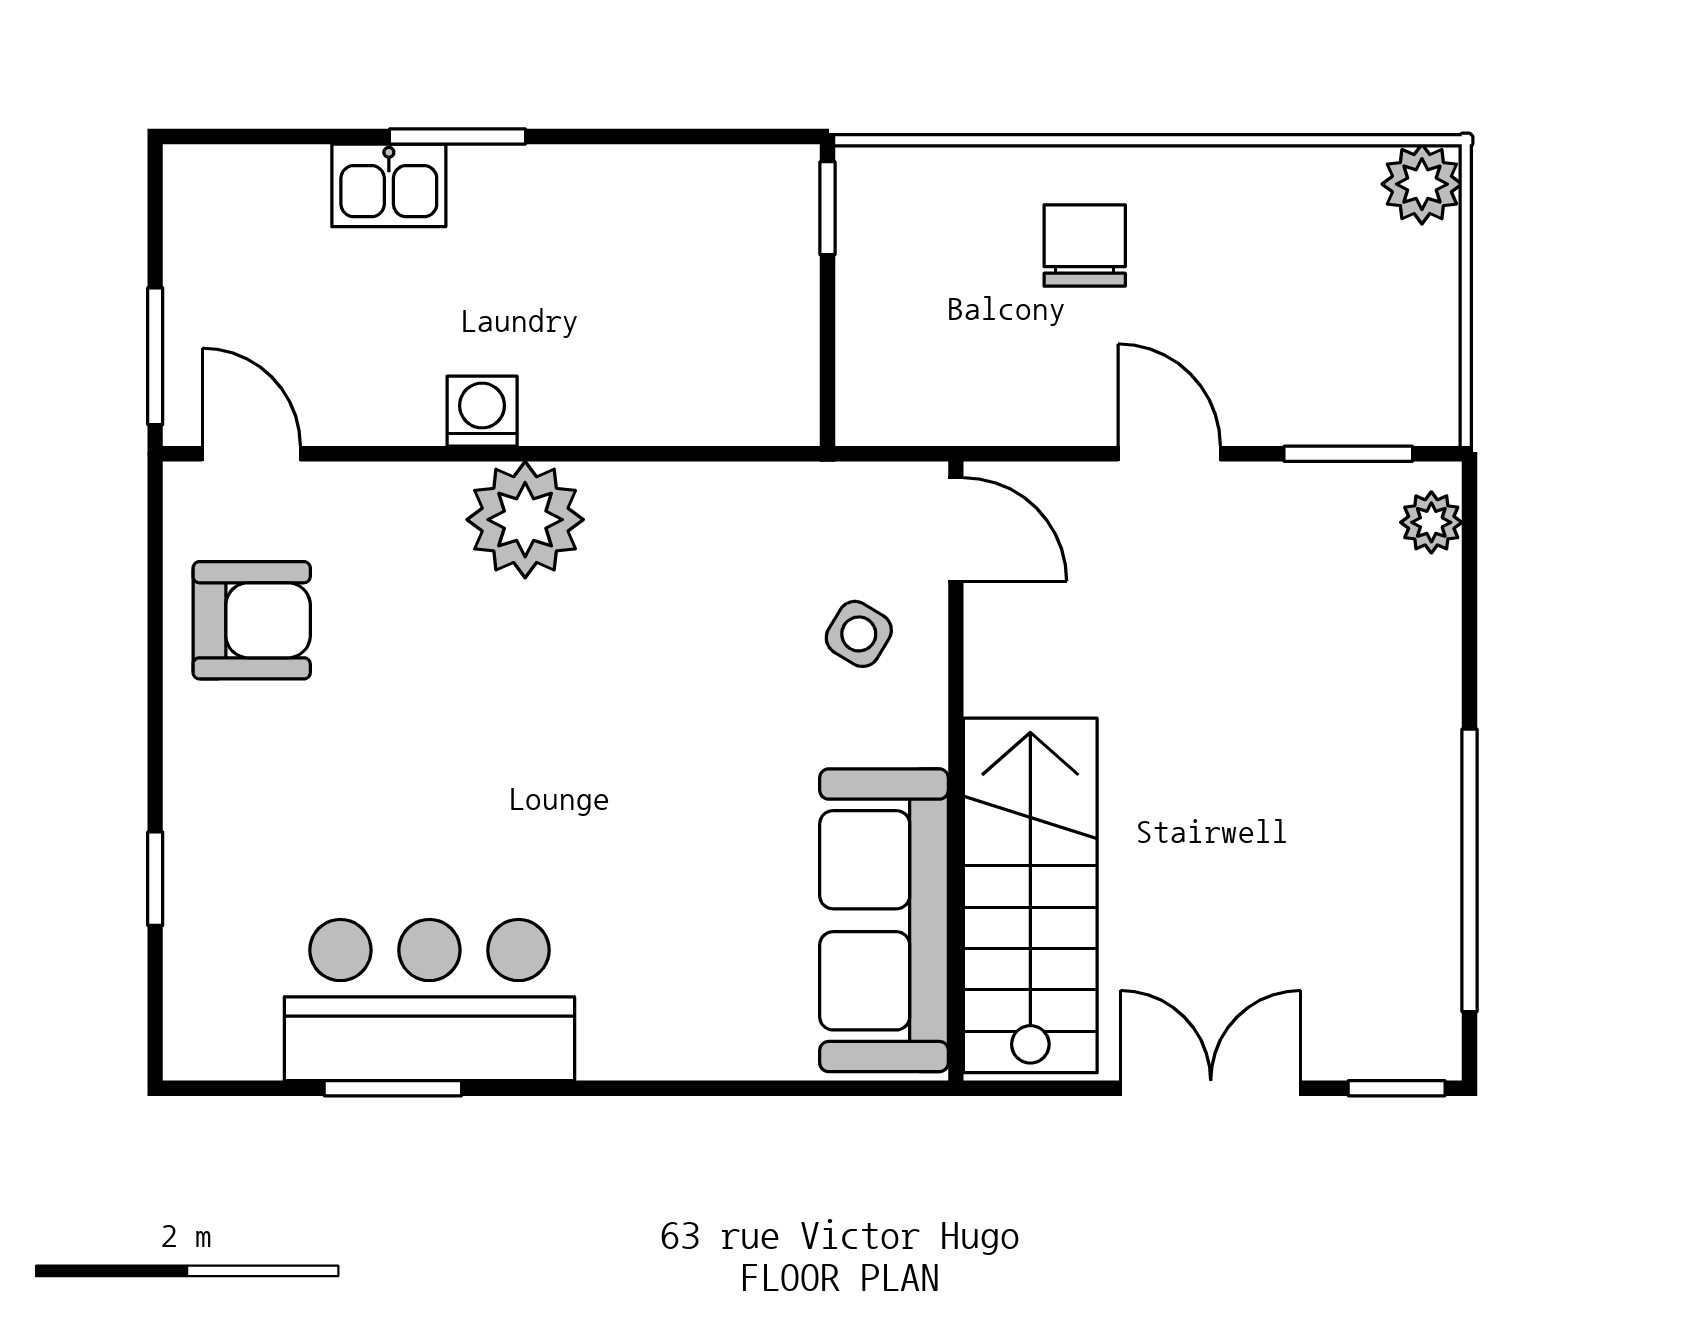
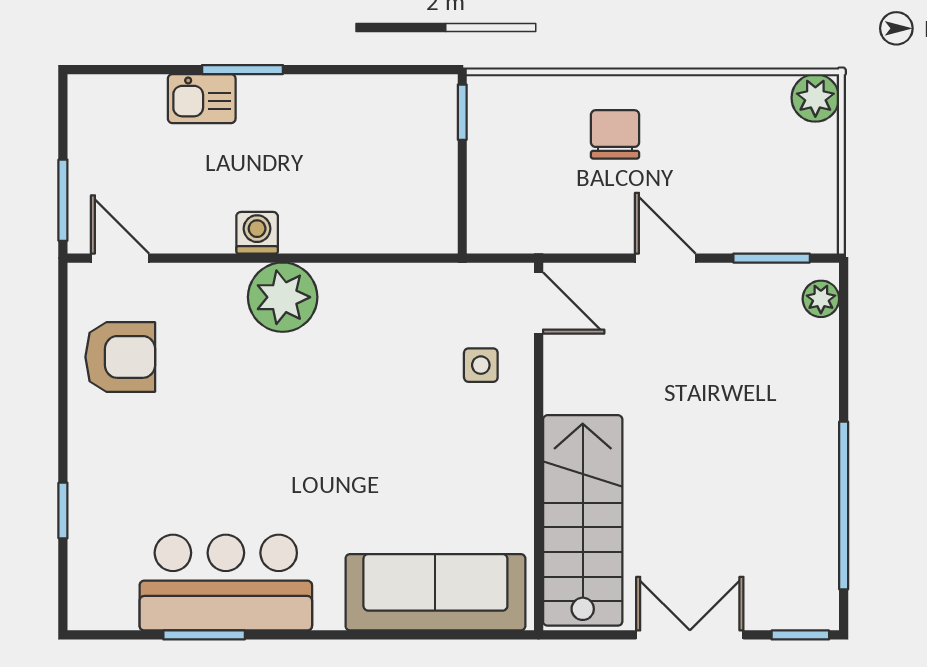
side table: (859, 634) -> (481, 365), turned -31
sofa: (884, 920) -> (435, 592), moved, turned 90

